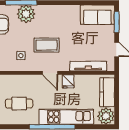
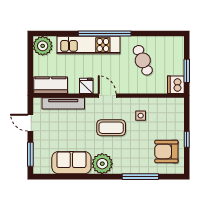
plant: (26, 14) -> (102, 164), moved
sofa: (97, 15) -> (71, 163), moved
kitchen counter: (107, 92) -> (51, 85), moved, turned -90
cafe table: (19, 104) -> (143, 60), turned 67

